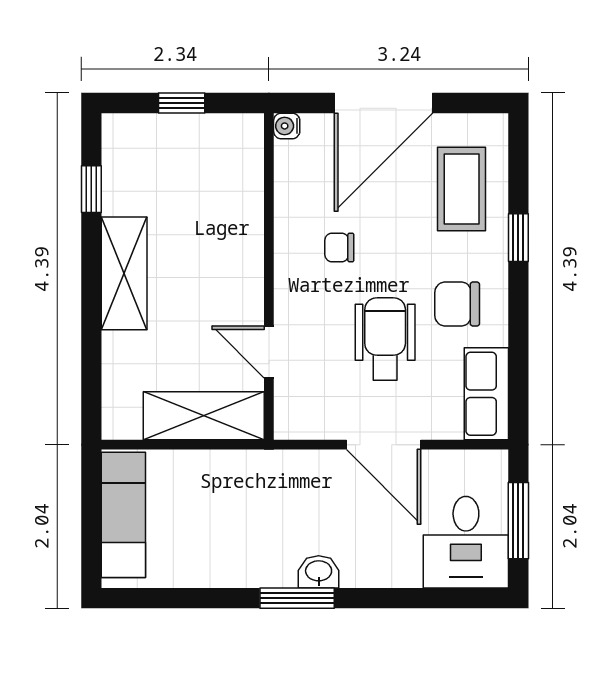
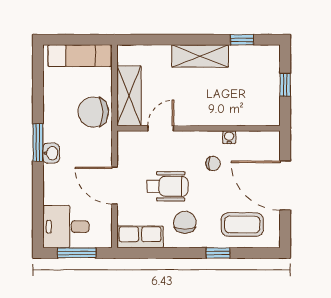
water cooler: (287, 126) -> (229, 137), moved
chair: (339, 247) -> (213, 163), turned 90
door: (384, 445) -> (115, 186), hinge flipped
chair: (236, 487) -> (93, 112), added

